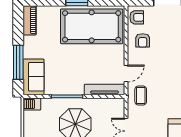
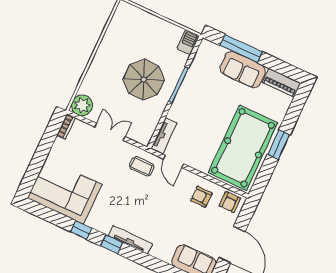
sofa: (33, 77) -> (243, 70), moved
tv unit: (104, 89) -> (164, 136), width x0.71

